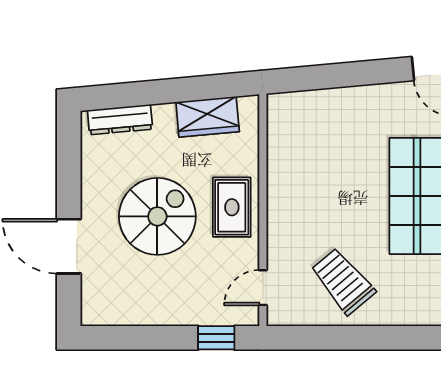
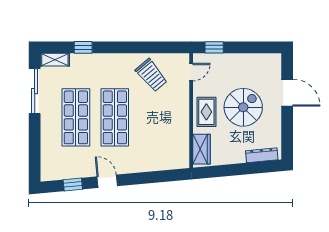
wardrobe: (208, 117) -> (201, 149), moved, turned 95
spiral stairs: (157, 216) -> (243, 107), turned 180

